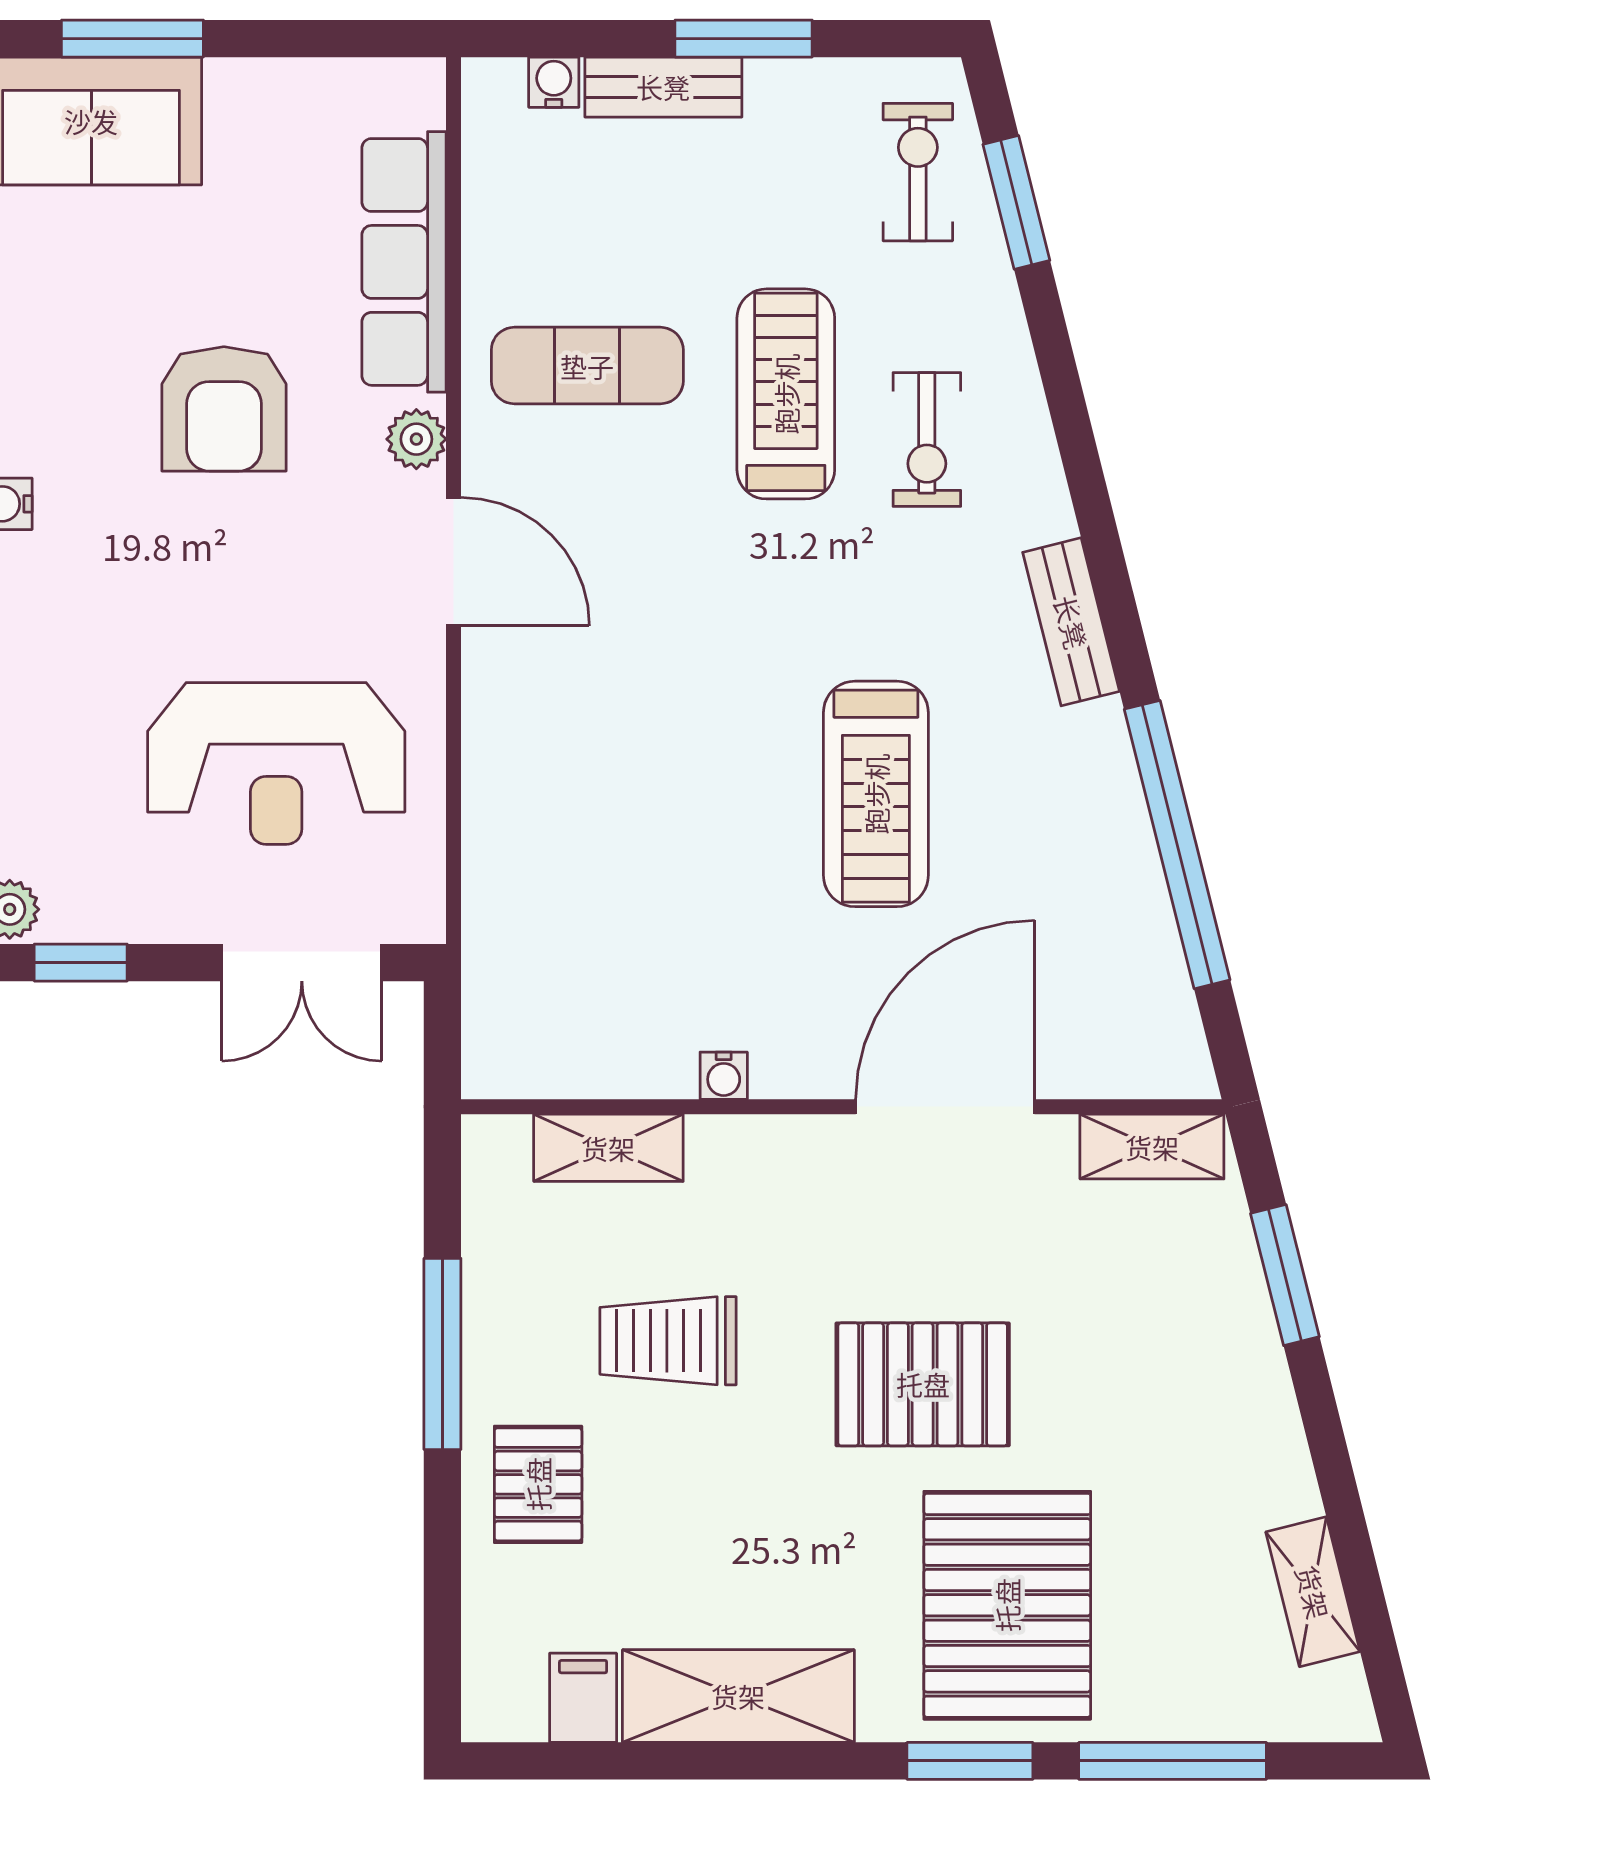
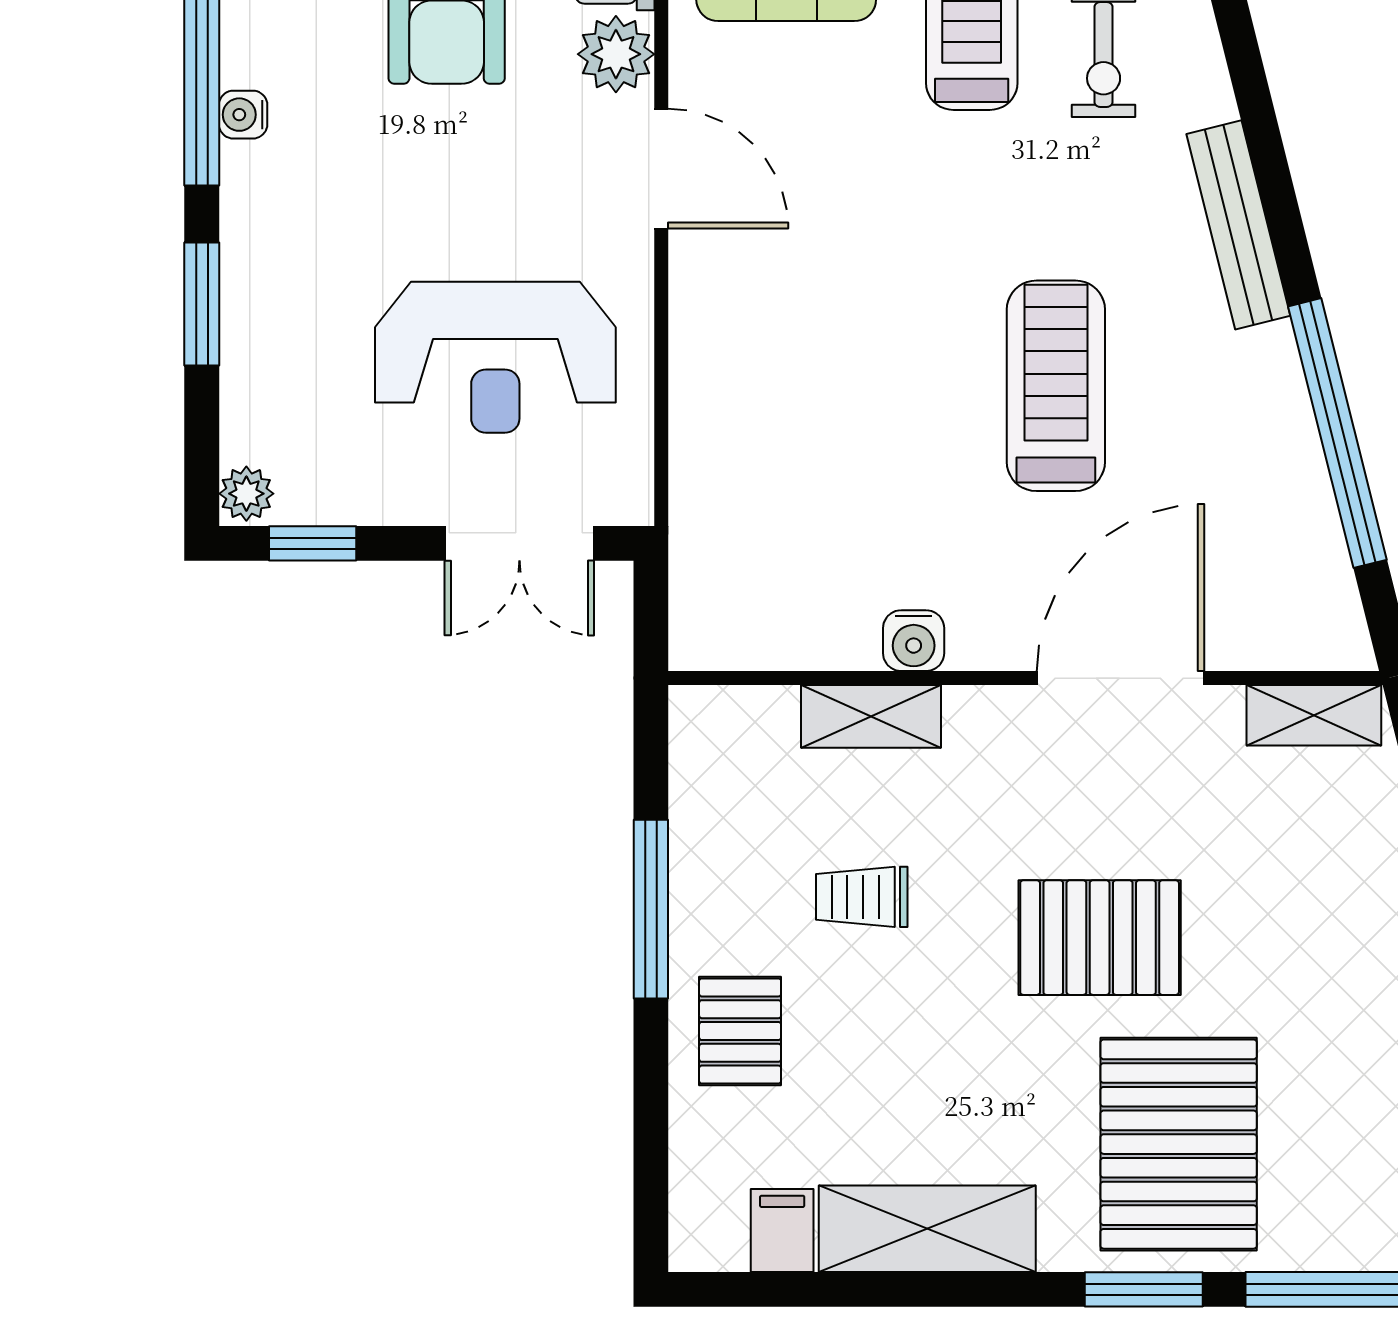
plant: (416, 439) -> (616, 54), width x1.38, depth x1.38
bench: (1071, 622) -> (1238, 225), width x1.36
treadmill: (876, 794) -> (1056, 386), turned 180
water cooler: (724, 1076) -> (914, 641), width x1.38, depth x1.38
shelving: (608, 1148) -> (871, 716), moved
trolley: (668, 1341) -> (862, 897), width x0.73, depth x0.72

